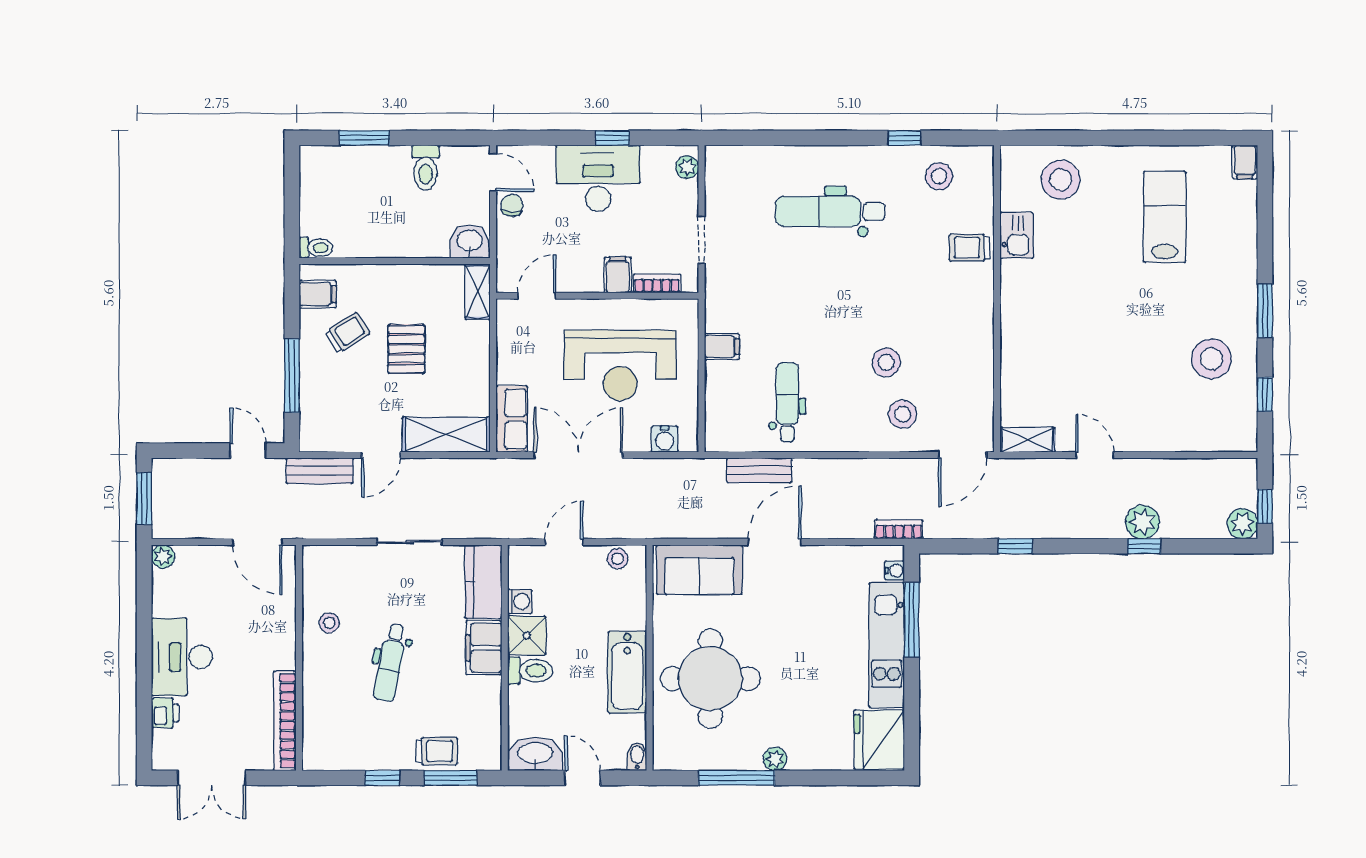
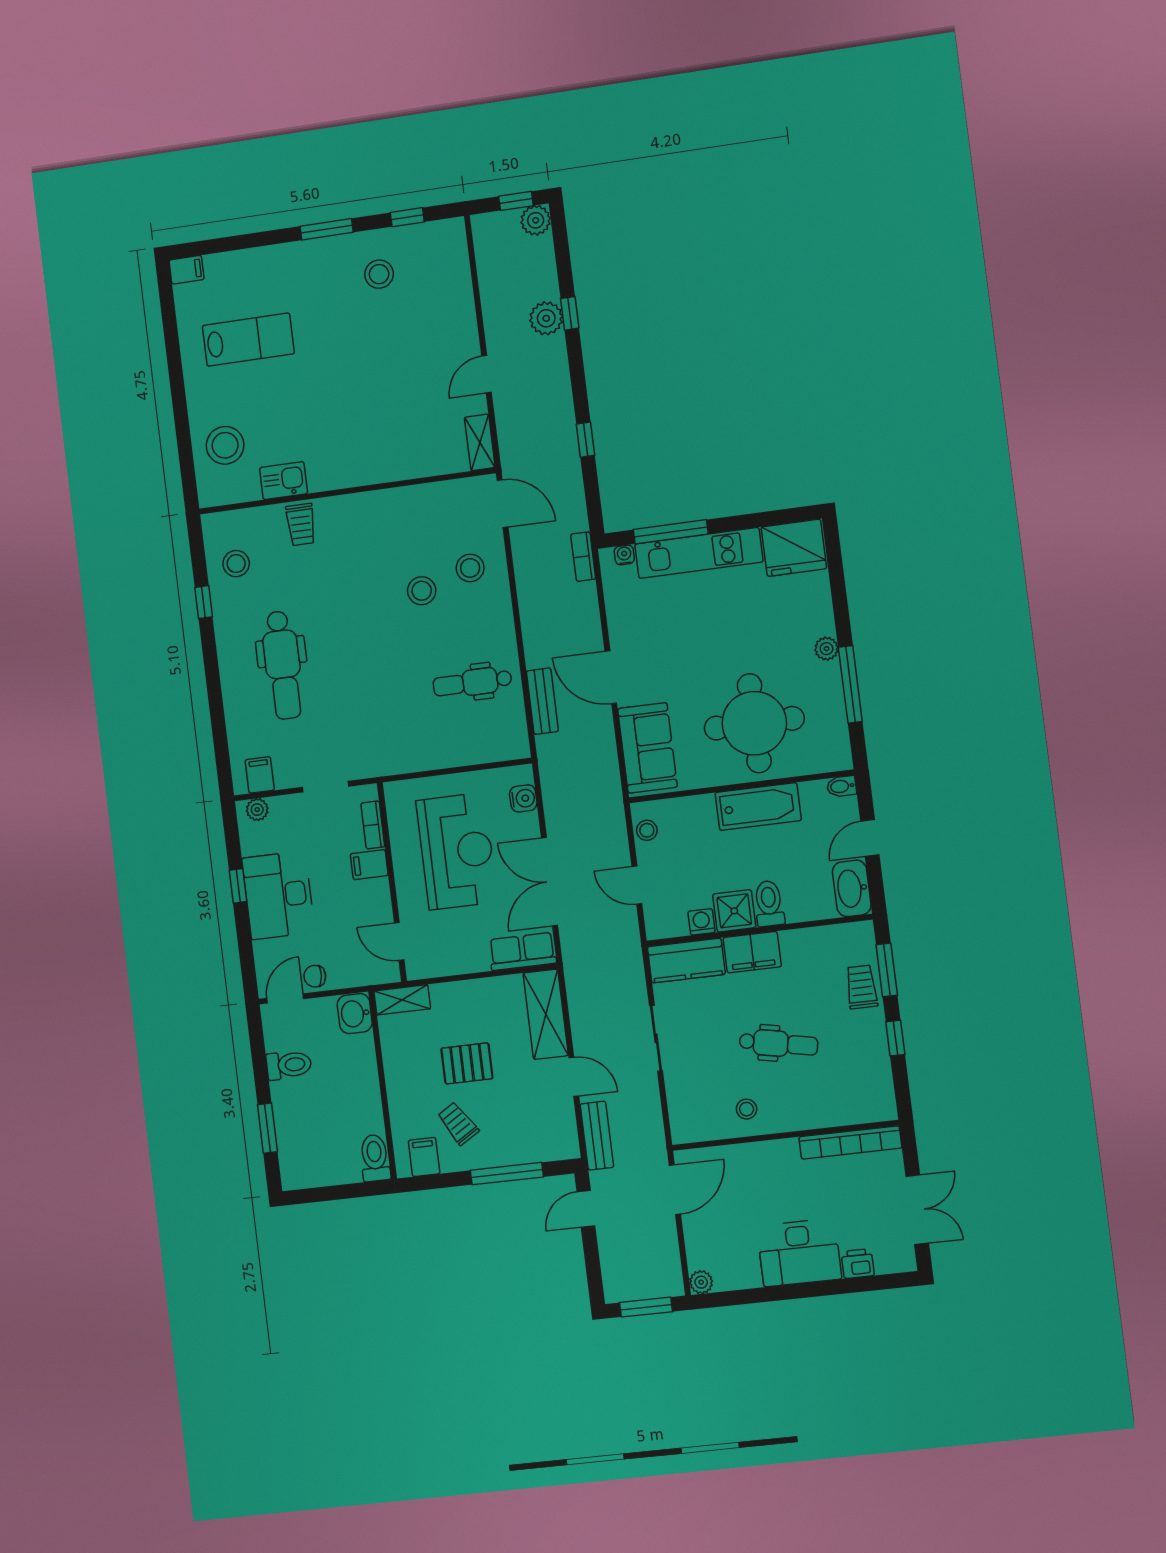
lab bench: (1165, 217) -> (248, 340), turned 180
toilet: (316, 248) -> (375, 1158), width x1.37, depth x1.39
filing cabinet: (722, 347) -> (260, 775), moved
stool: (1211, 359) -> (379, 274), width x0.73, depth x0.73

